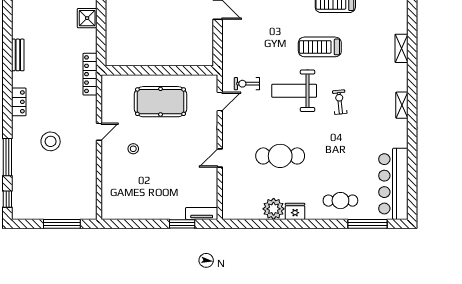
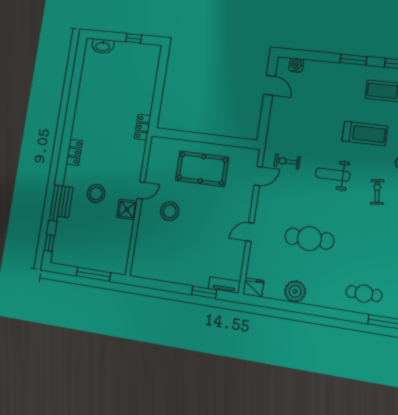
shower: (87, 18) -> (127, 209), moved
treadmill: (320, 47) -> (365, 133), turned 180
bench: (18, 55) -> (65, 202), moved
locker: (90, 74) -> (142, 127), width x0.66
weight bench: (294, 91) -> (333, 175), width x0.73, depth x0.75
stool: (133, 149) -> (170, 211), width x1.89, depth x1.89
fridge: (295, 211) -> (253, 287), moved

